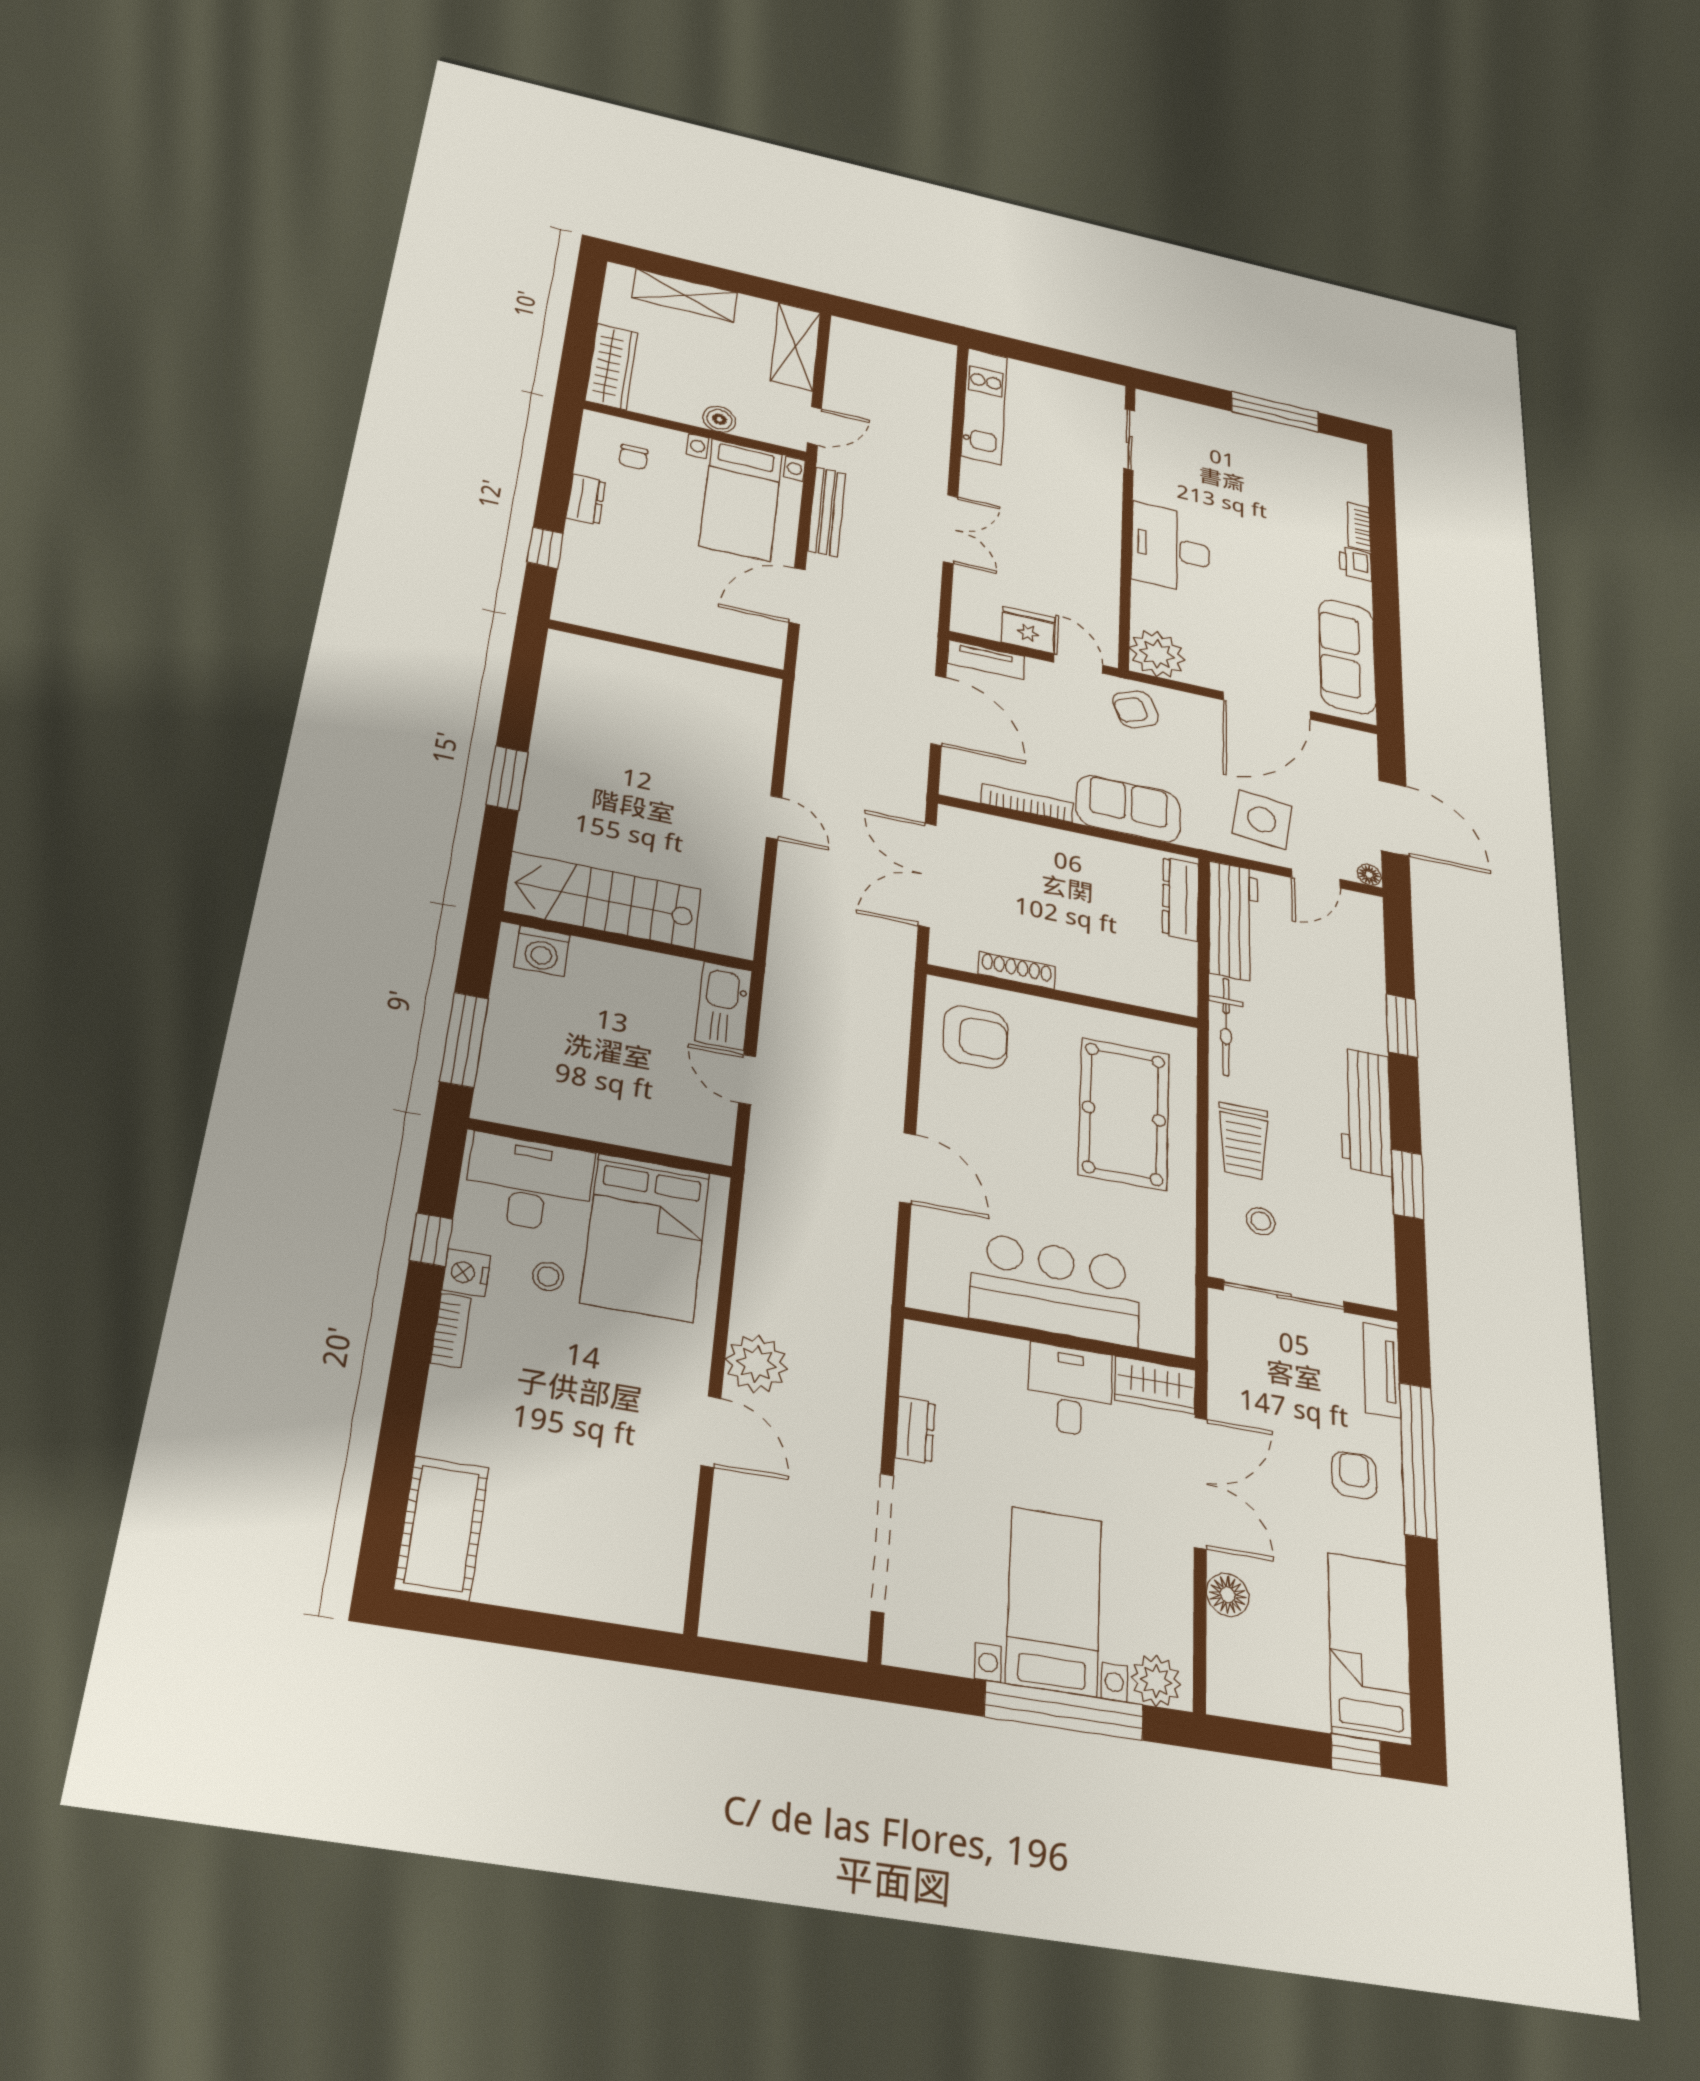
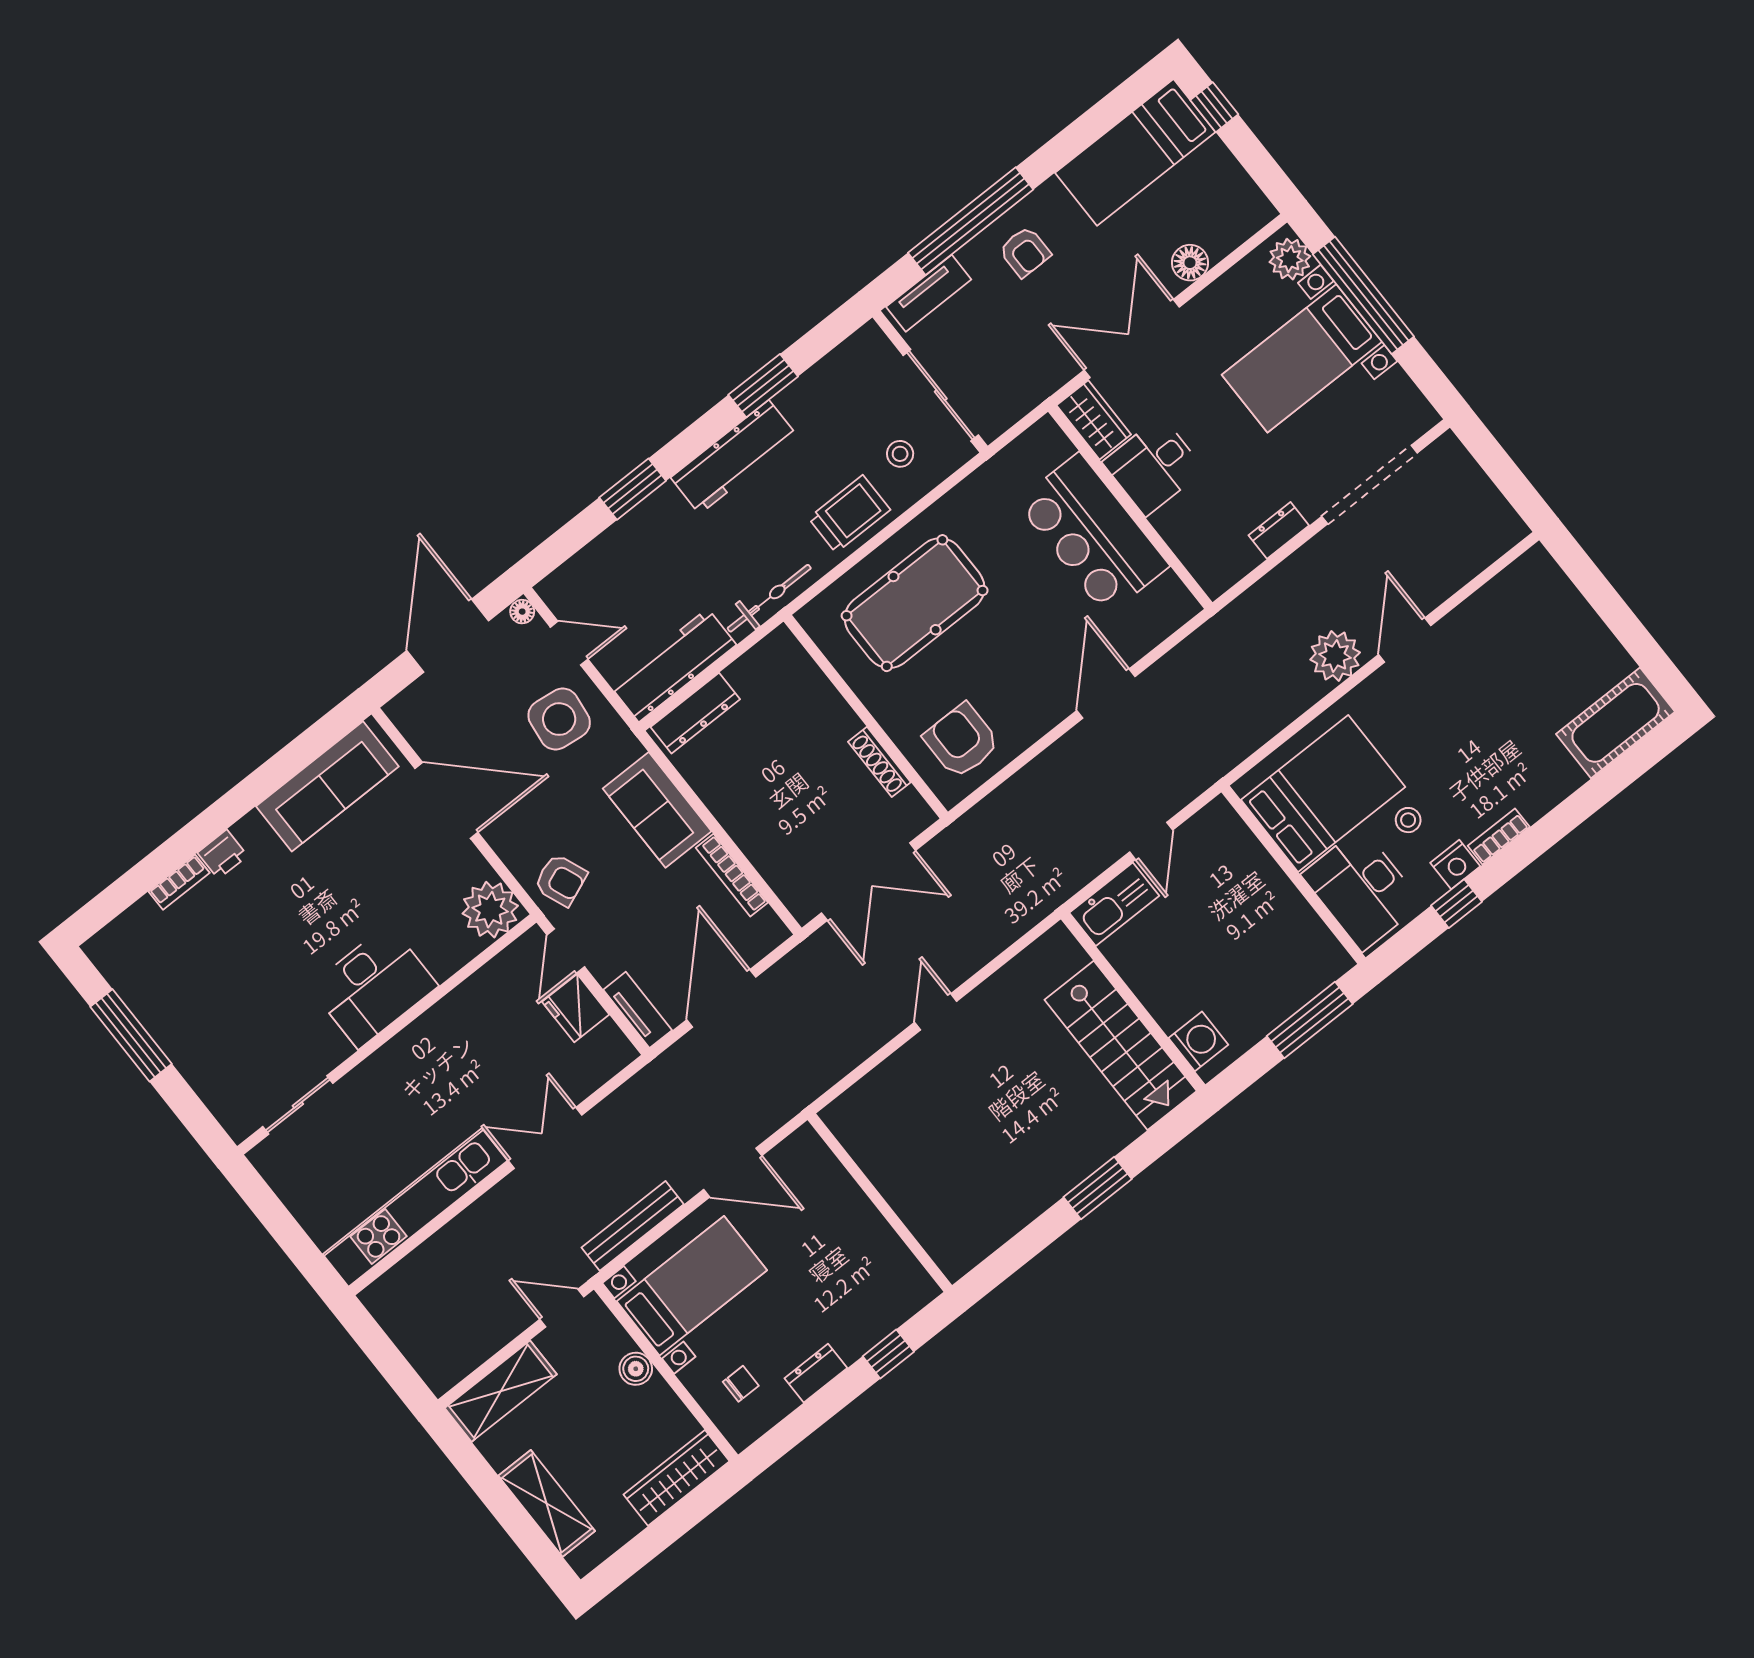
kitchen unit: (984, 406) -> (415, 1207), width x1.36
armchair: (1354, 1475) -> (1025, 252), turned -90

